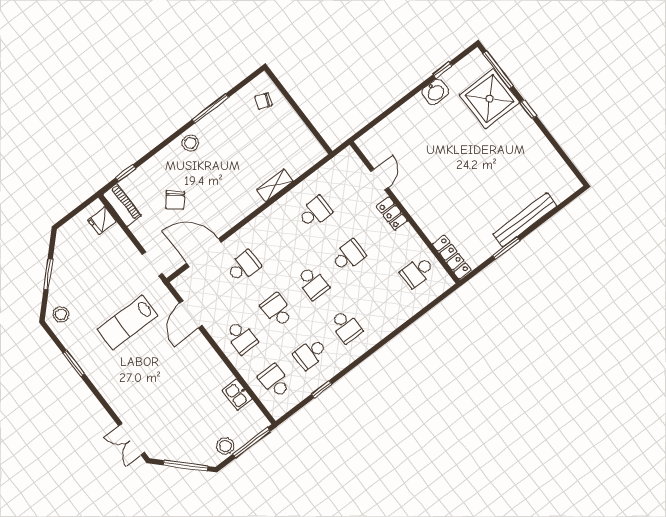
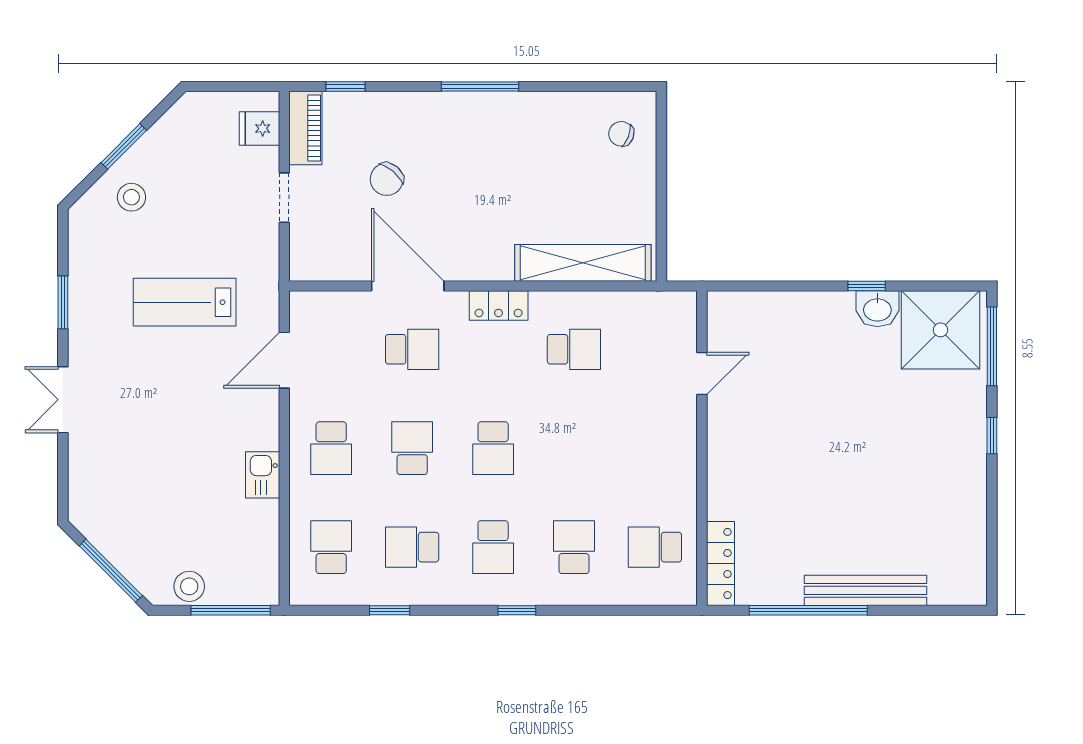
window: (443, 70) -> (867, 286), moved
shower: (490, 99) -> (940, 330), moved
window: (210, 108) -> (480, 87), moved
stool: (190, 143) -> (471, 114), removed
shelving: (275, 185) -> (583, 263), width x2.20, depth x1.33
locker: (392, 214) -> (499, 306), moved, turned -90
window: (506, 248) -> (808, 610), width x2.11
door: (204, 253) -> (408, 286), moved
school desk: (348, 256) -> (574, 547), moved, turned -90
doorway: (152, 264) -> (284, 198), moved
stool: (61, 314) -> (131, 197), moved
window: (378, 346) -> (517, 610), added
kitchen sink: (237, 395) -> (263, 475), moved
double door: (132, 439) -> (63, 400), moved

